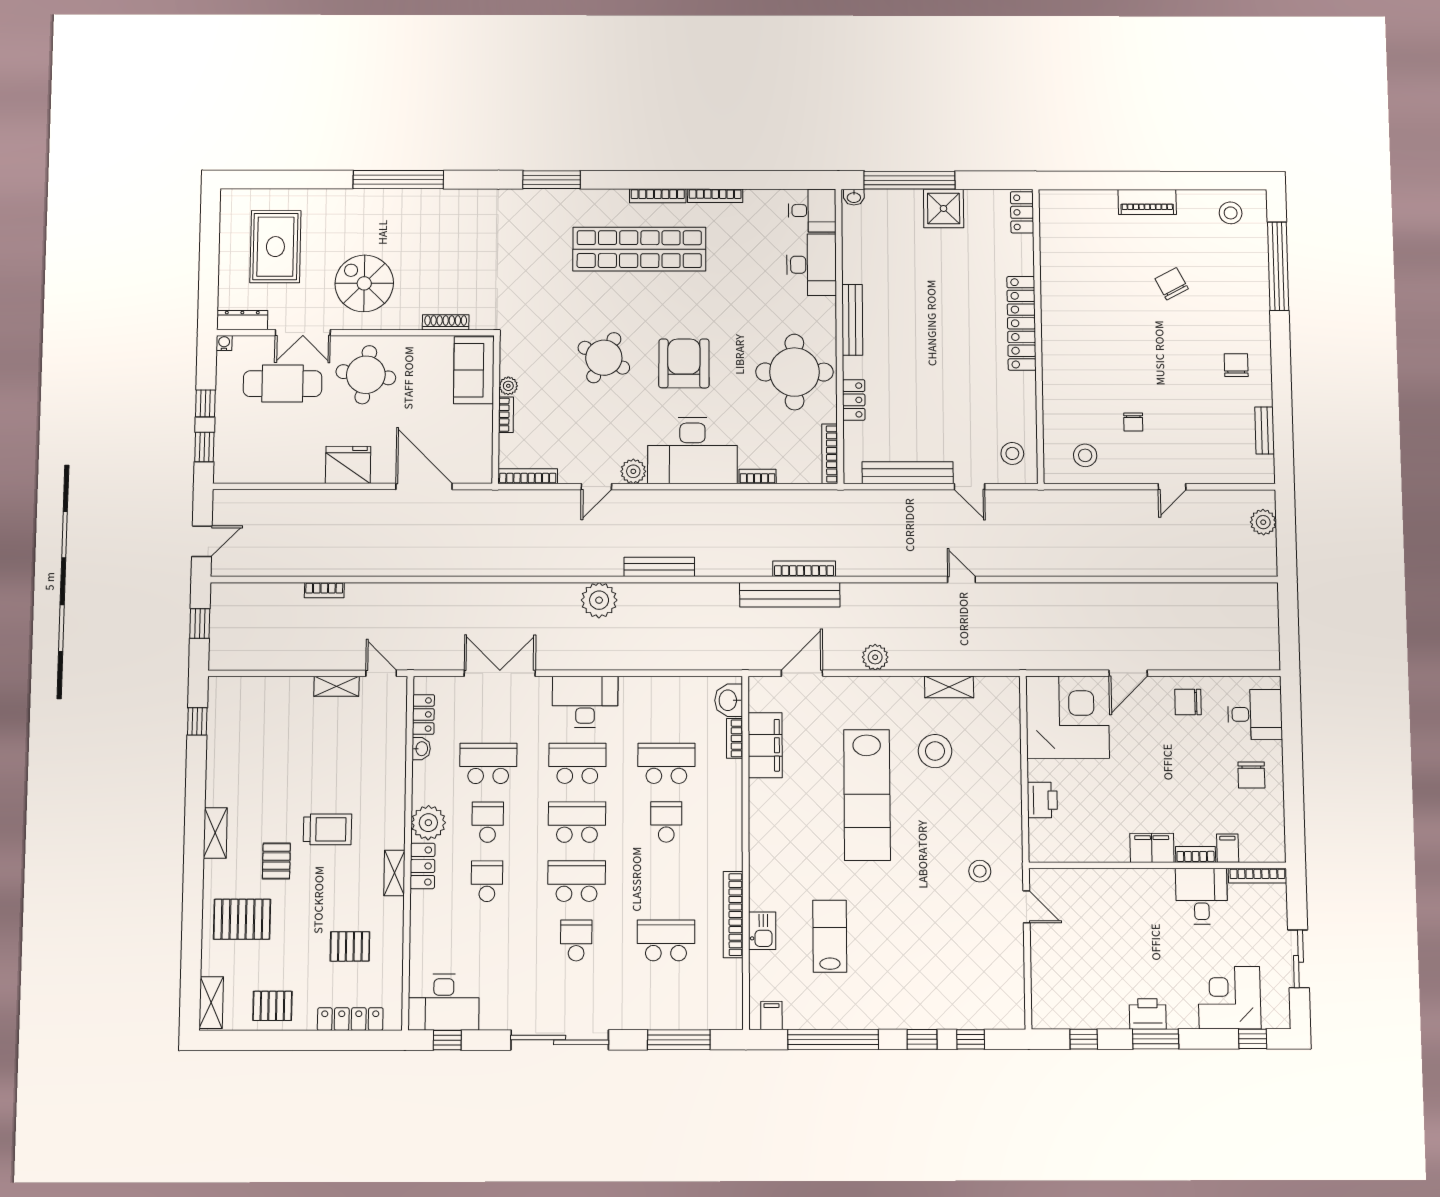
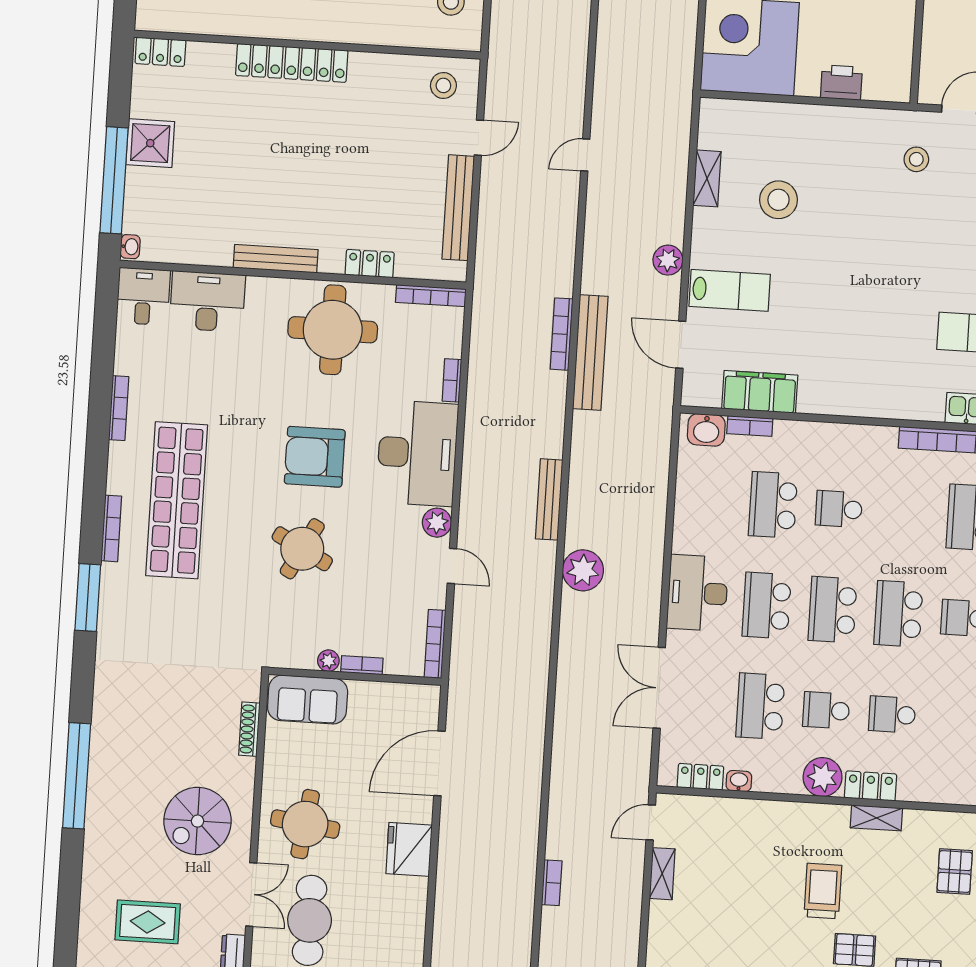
bookcase: (658, 196) -> (111, 528), moved
rug: (275, 247) -> (148, 922), width x0.73, depth x0.70
lab bench: (867, 795) -> (730, 290), moved, width x0.54, depth x0.72

